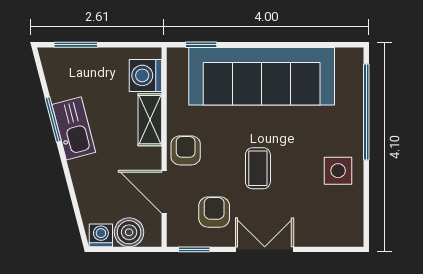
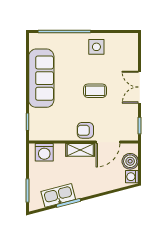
sofa: (262, 76) -> (41, 78), width x0.74, depth x0.79
shelving: (150, 120) -> (80, 150), moved
kitchen sink: (74, 128) -> (58, 195), moved
armchair: (214, 212) -> (119, 115), removed

